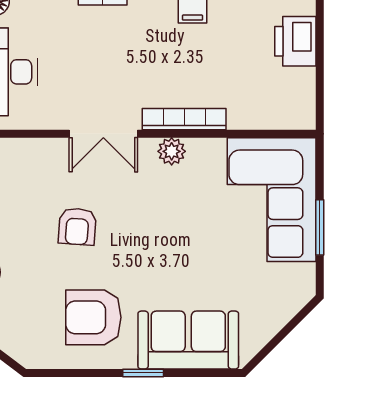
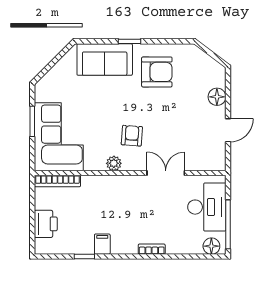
bookcase: (184, 119) -> (57, 181), moved
double door: (103, 134) -> (166, 173), moved
armchair: (77, 226) -> (132, 136), moved

